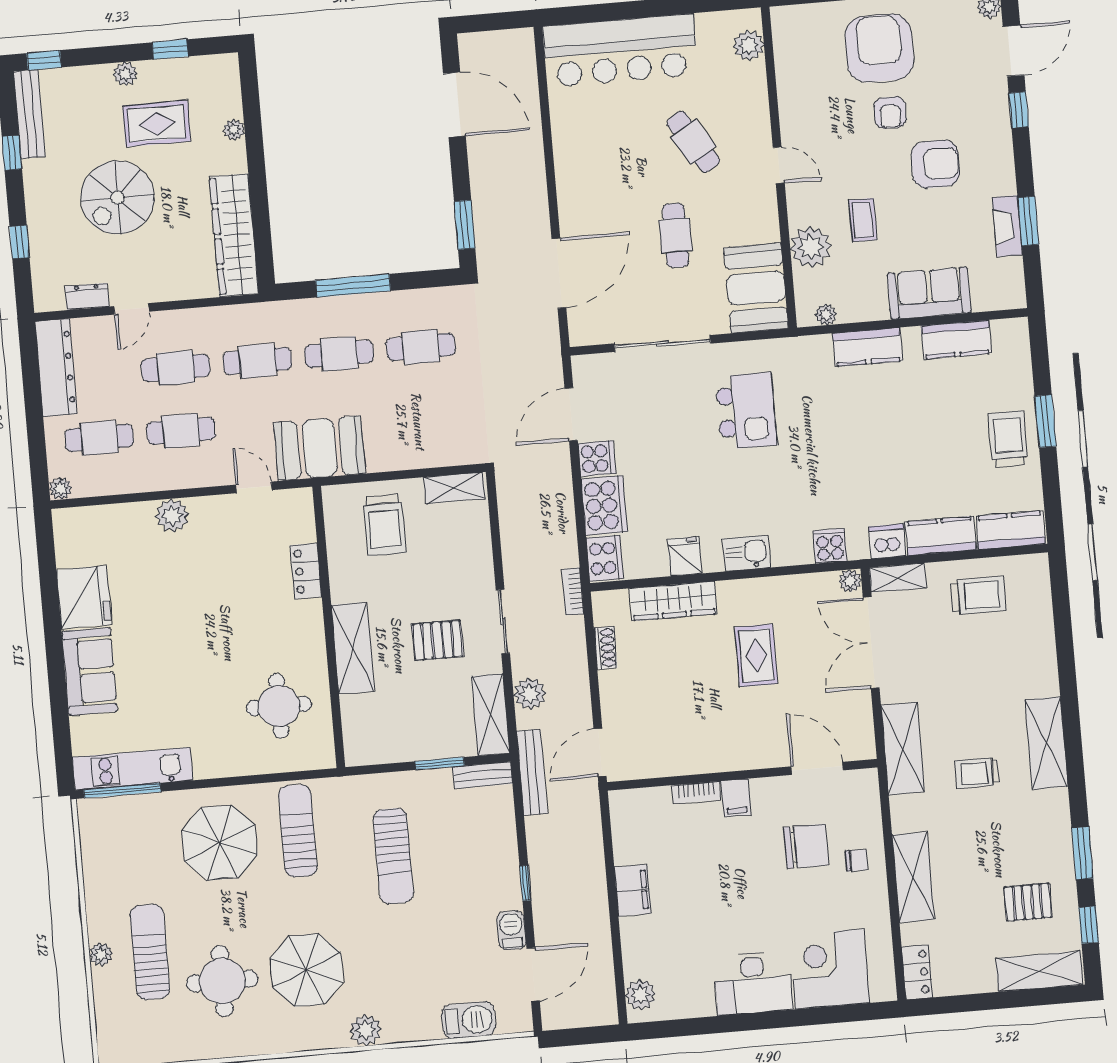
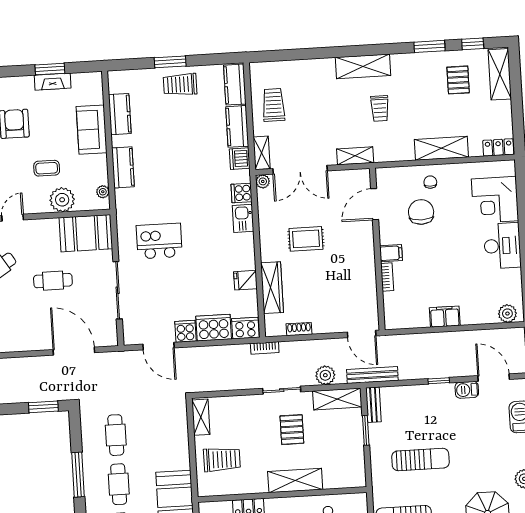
kitchen sink: (746, 553) -> (243, 218), moved
shelving: (903, 749) -> (355, 156), width x0.67, depth x0.75

